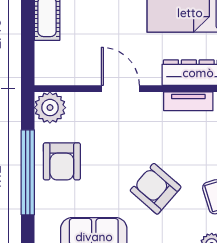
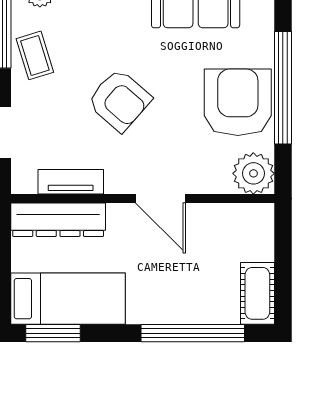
armchair: (62, 161) -> (238, 102), width x1.36, depth x1.36
armchair: (156, 189) -> (119, 100), moved

